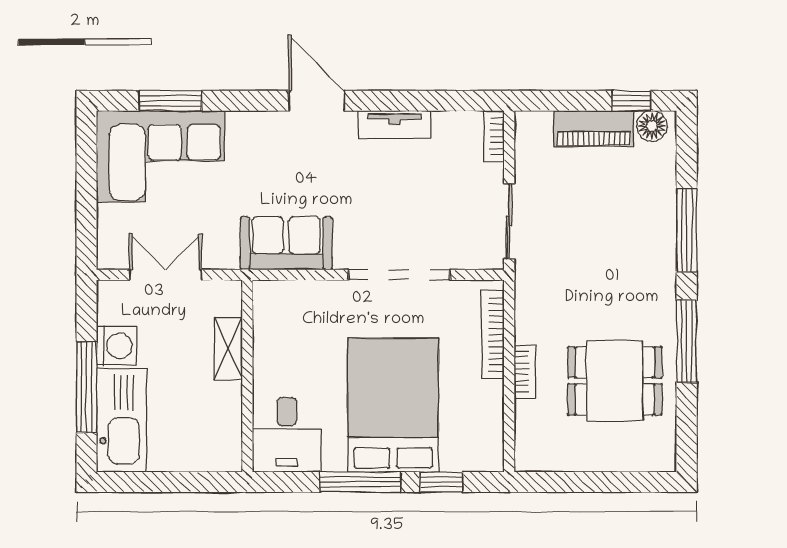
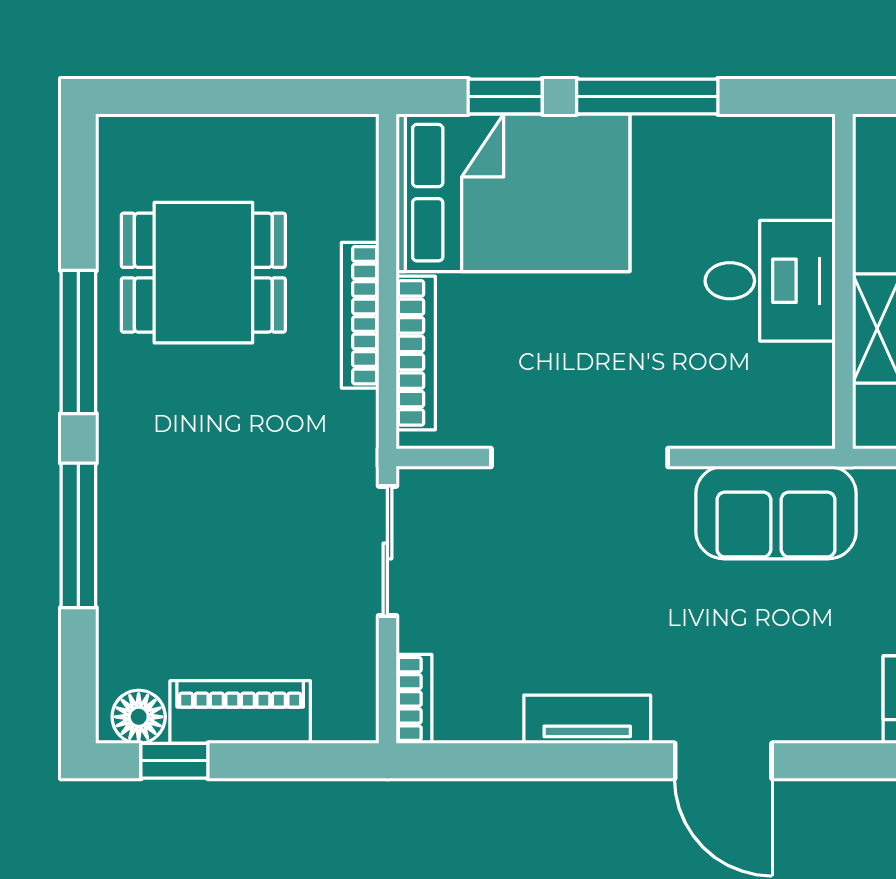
bookcase: (525, 371) -> (360, 315), width x1.56
bed: (393, 405) -> (513, 193), moved, turned -90
desk: (287, 435) -> (770, 281), moved, turned 90

